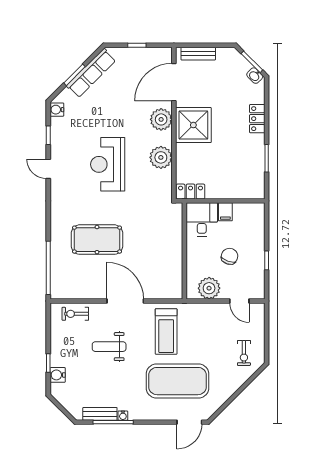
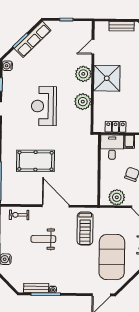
bench: (198, 54) -> (122, 26), moved
door: (174, 82) -> (93, 47), width x0.53
locker: (191, 192) -> (116, 127), moved
exercise mat: (177, 381) -> (112, 257), moved, turned 90

